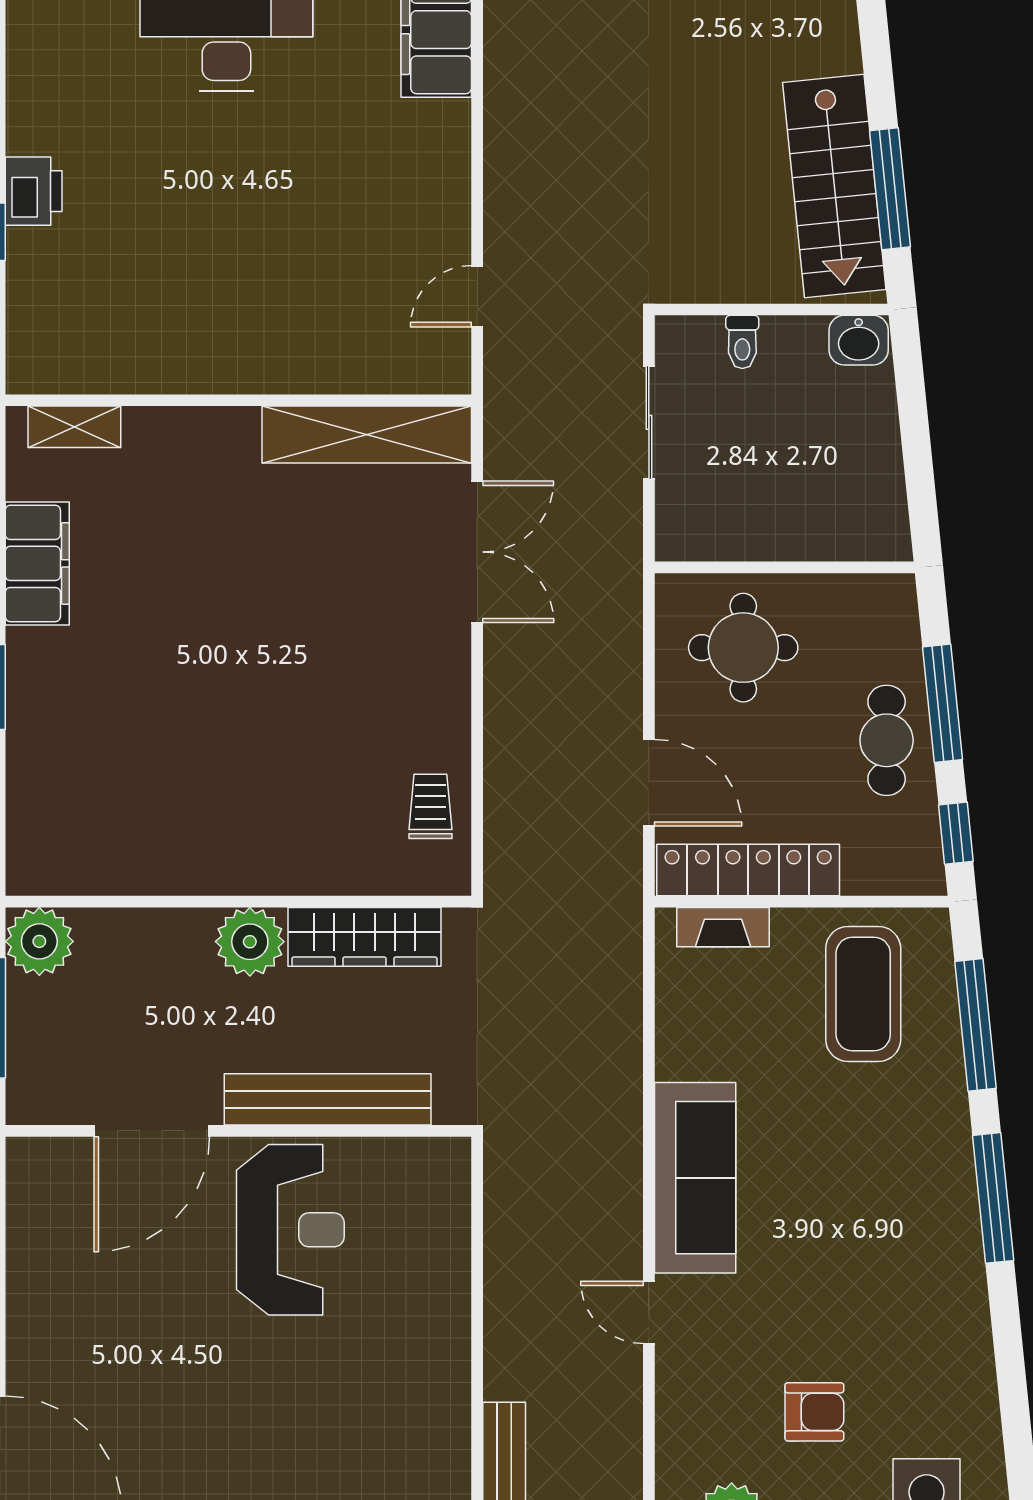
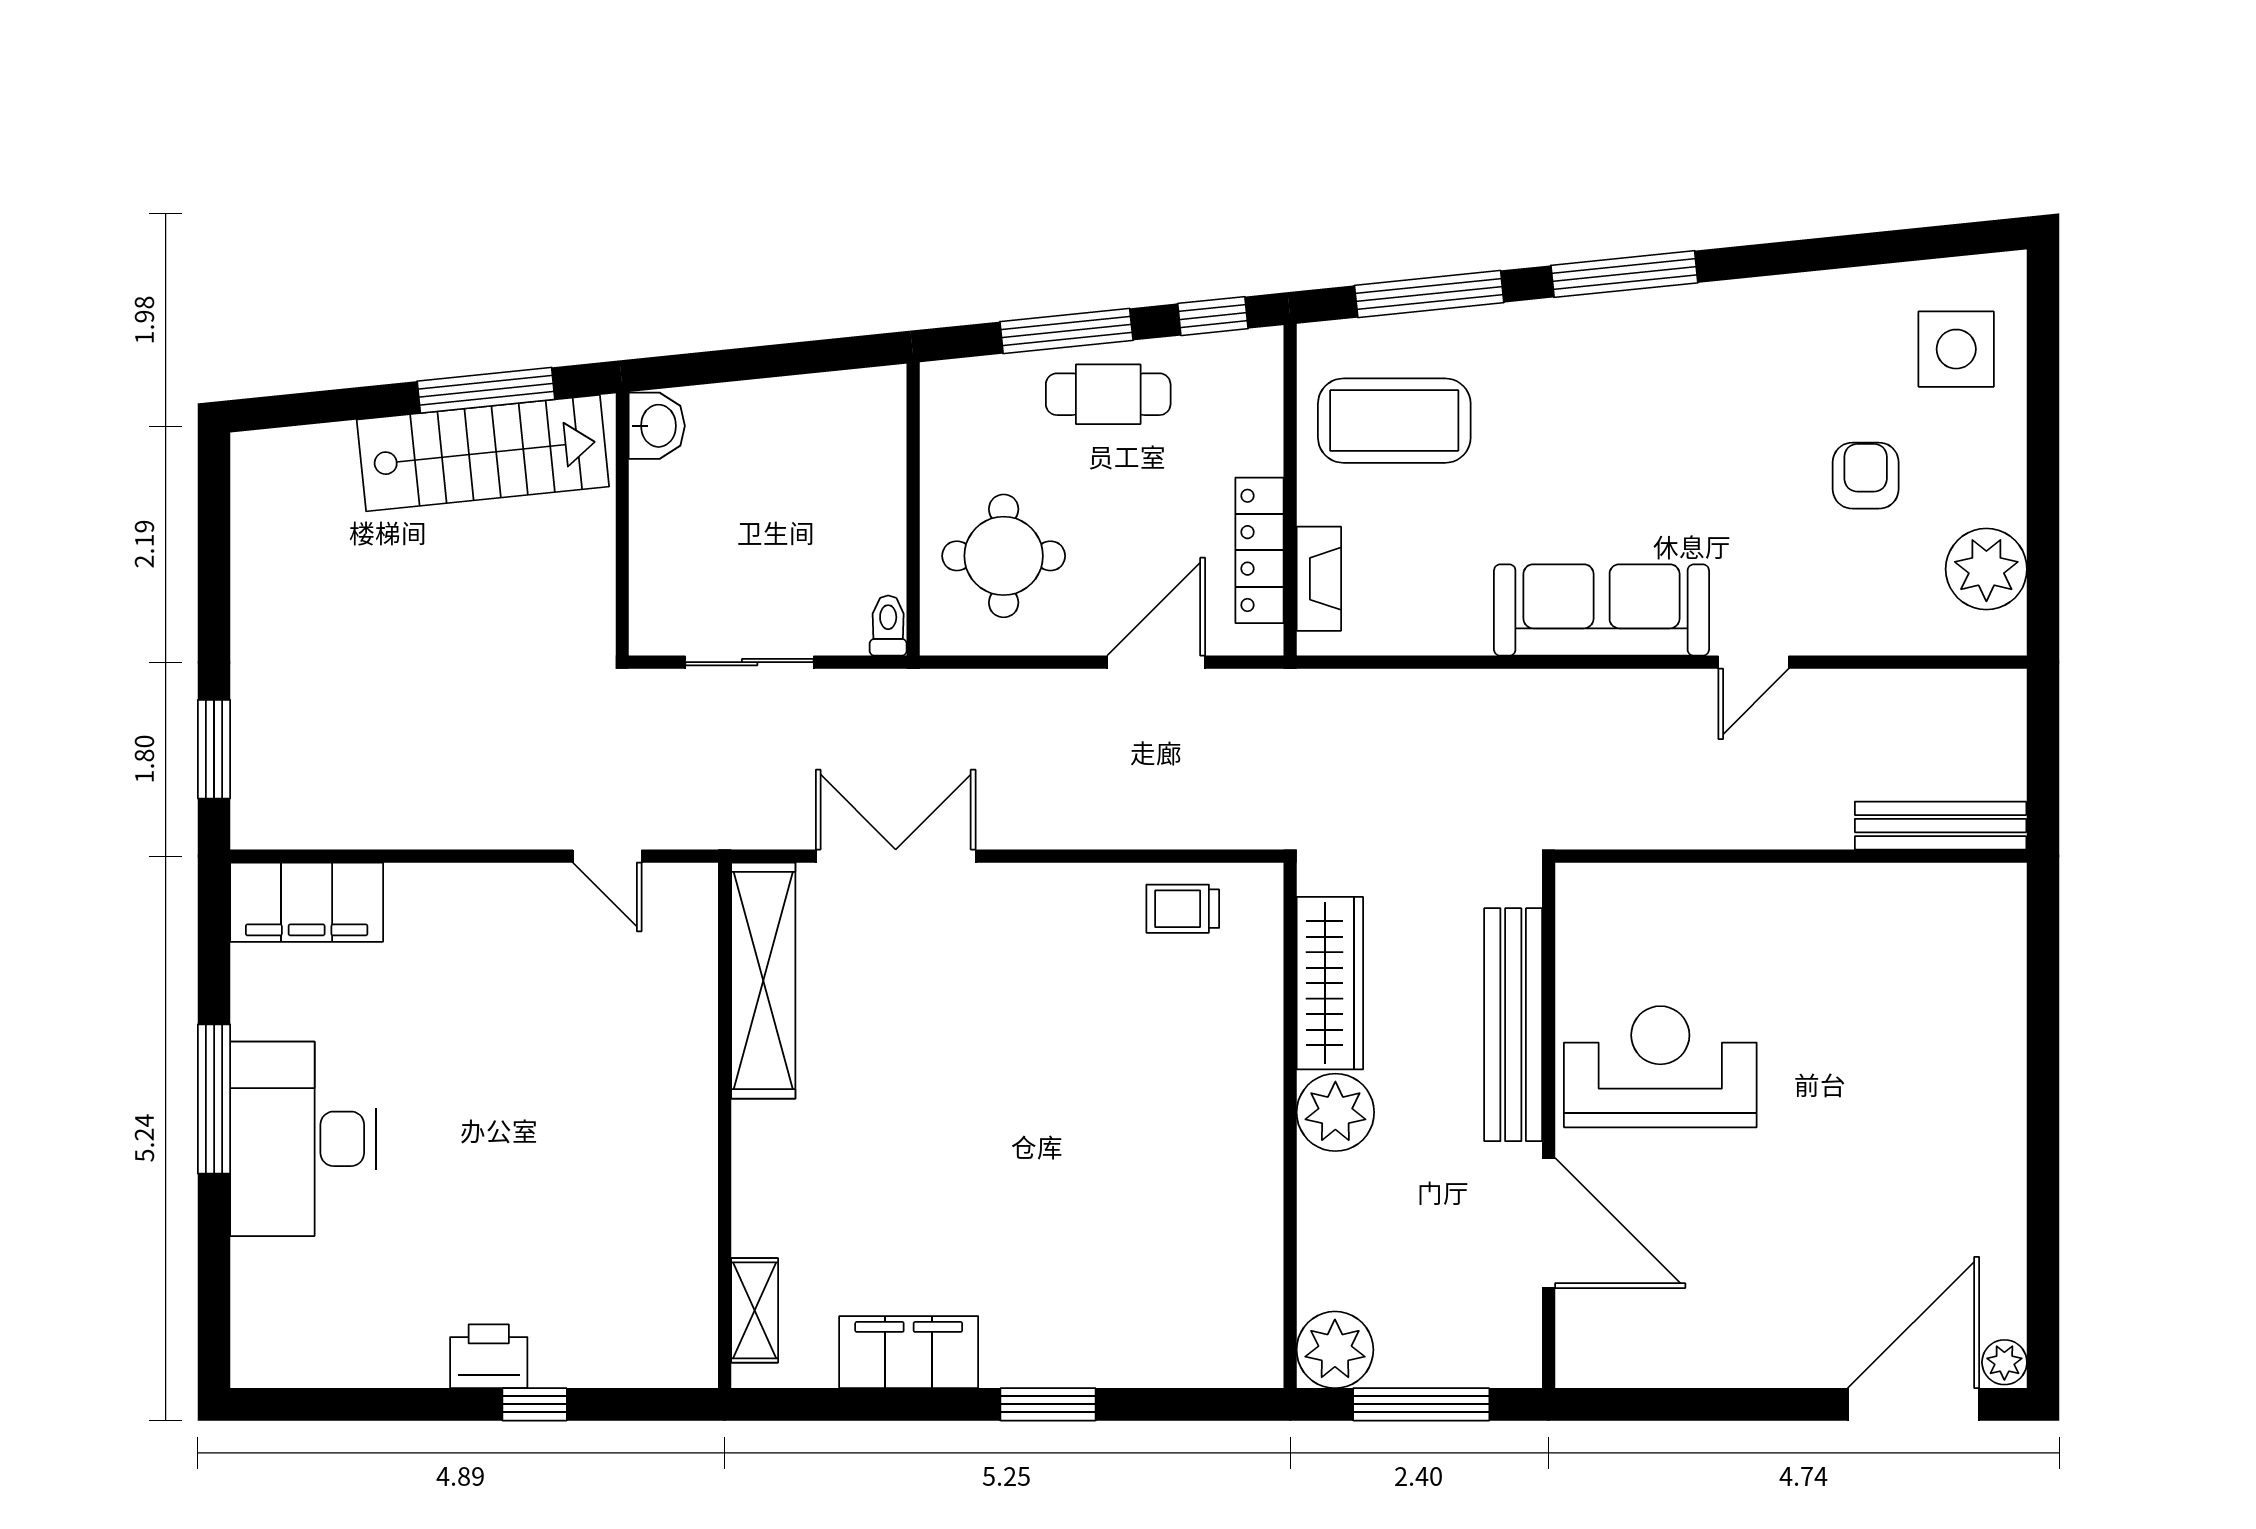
toilet: (742, 342) -> (888, 626), moved, turned -90
locker: (748, 870) -> (1260, 550), width x0.71, depth x0.83

